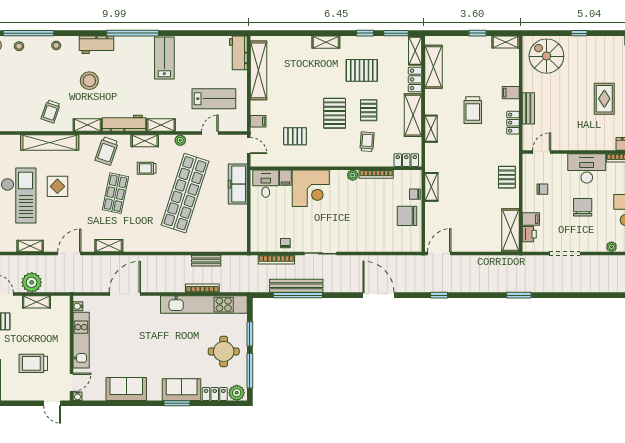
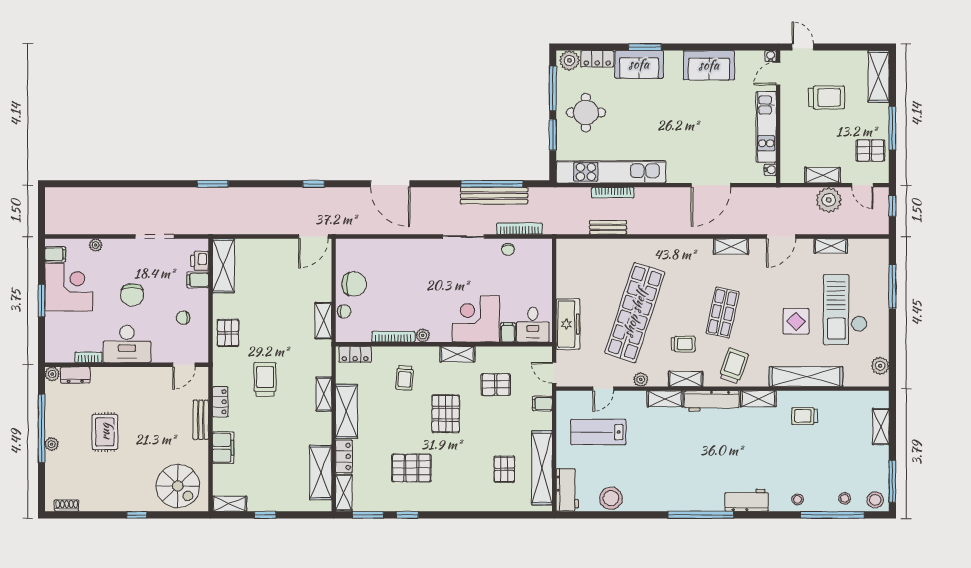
shelving: (326, 42) -> (457, 354), moved
lab bench: (164, 58) -> (661, 483), removed
stool: (89, 81) -> (611, 498), moved
filing cabinet: (511, 93) -> (223, 448), width x2.00
pallet: (369, 110) -> (504, 469), moved
trolley: (473, 110) -> (265, 379), moved
trolley: (51, 111) -> (805, 416), turned -109

